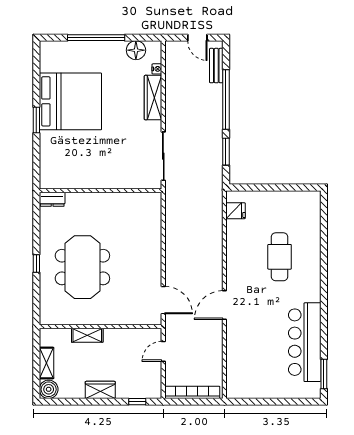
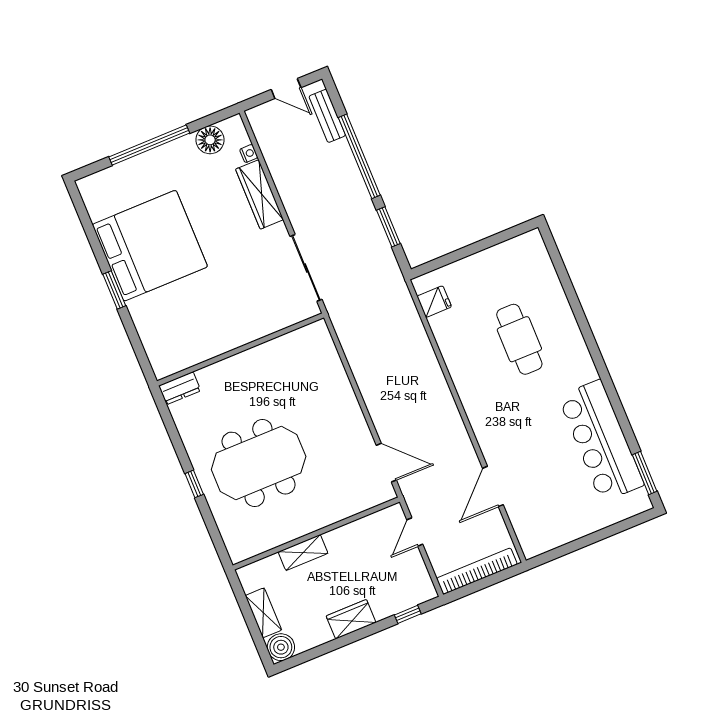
meeting table: (82, 267) -> (259, 463), turned 90
door: (224, 305) -> (493, 486), moved

